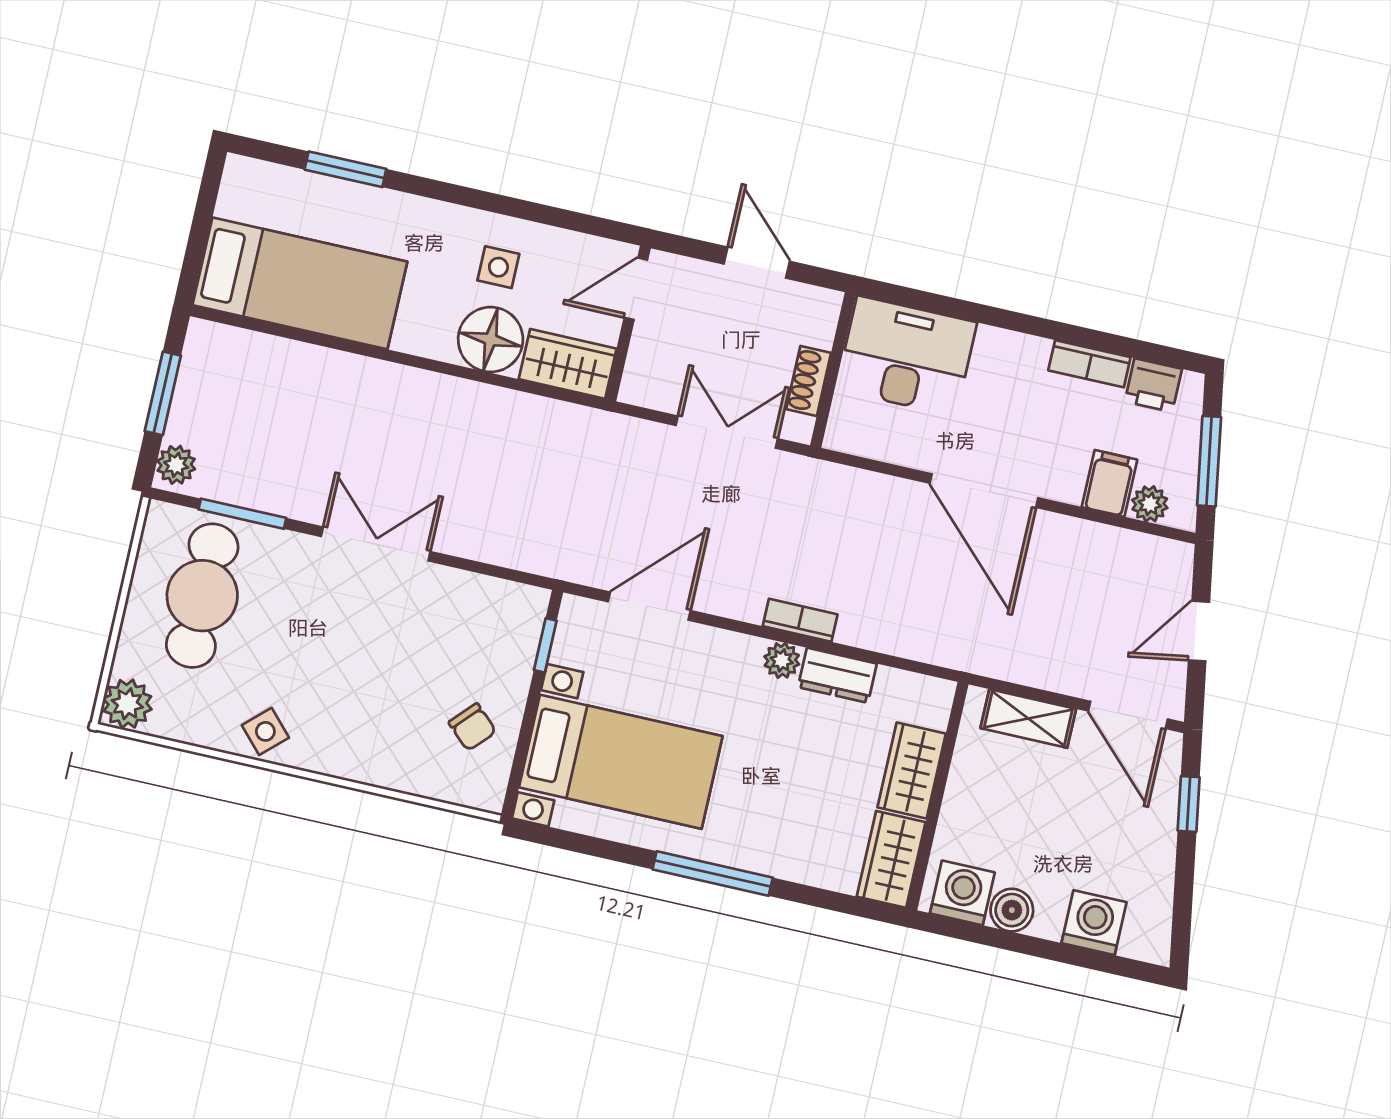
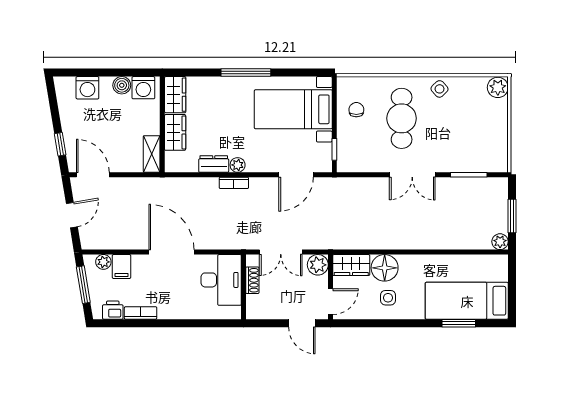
door: (757, 263) -> (302, 323), moved
bed: (300, 283) -> (467, 301), moved
desk: (907, 356) -> (221, 280), moved, turned -90
plant: (646, 382) -> (318, 265), added
plant: (176, 465) -> (500, 242), moved
cafe table: (202, 596) -> (402, 118), moved
shelving: (1028, 719) -> (152, 154), moved, turned 90
chair: (472, 727) -> (356, 110), turned 47

